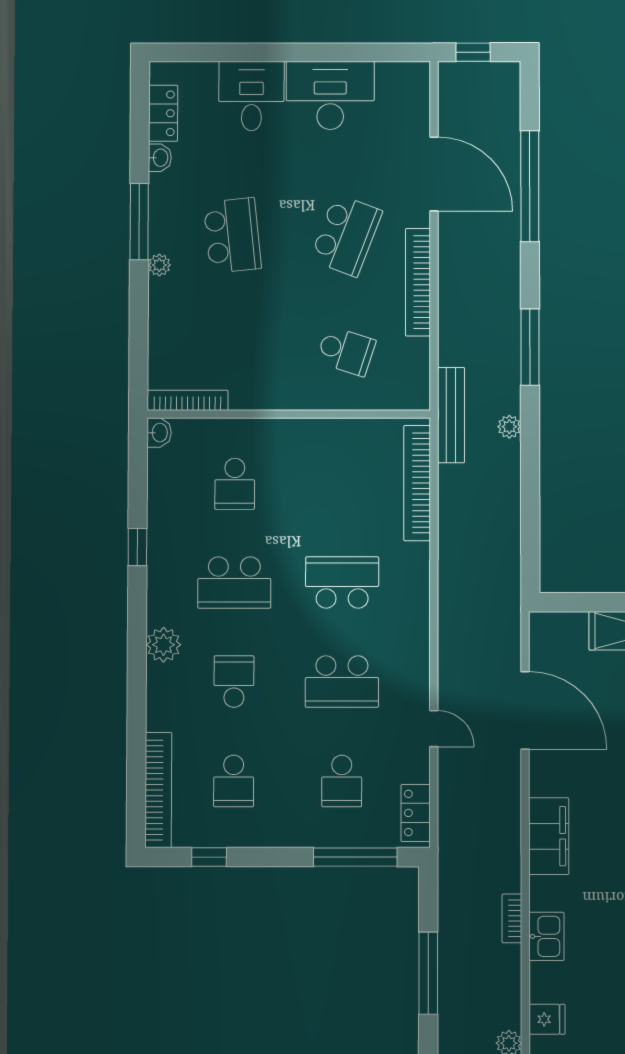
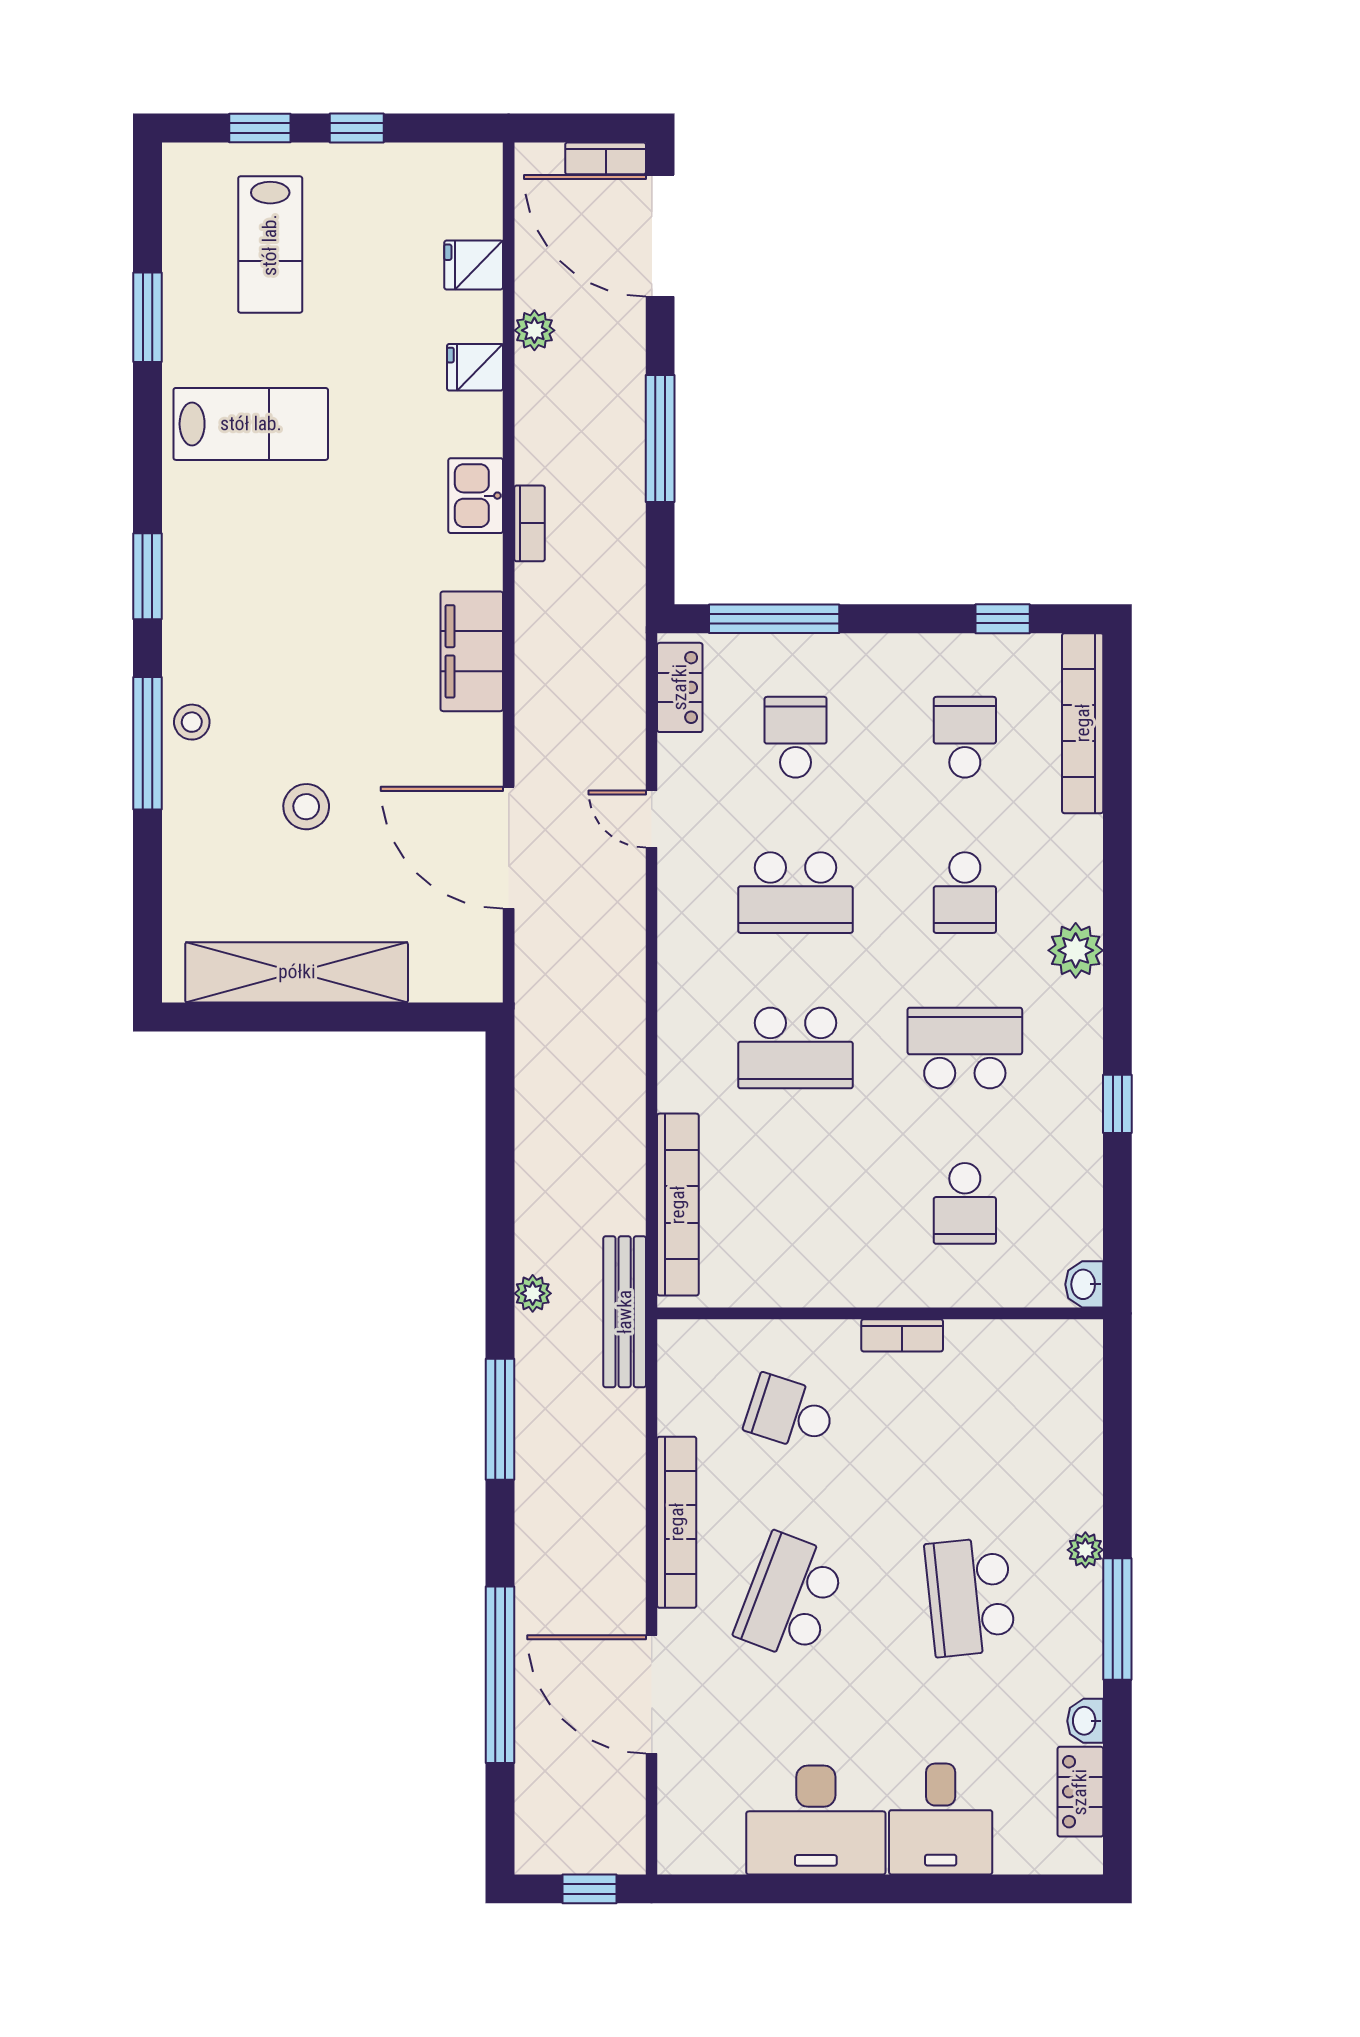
bookcase: (188, 400) -> (902, 1335), moved, width x0.64
school desk: (235, 484) -> (965, 1203), turned 180
school desk: (342, 682) -> (796, 893), turned 180

